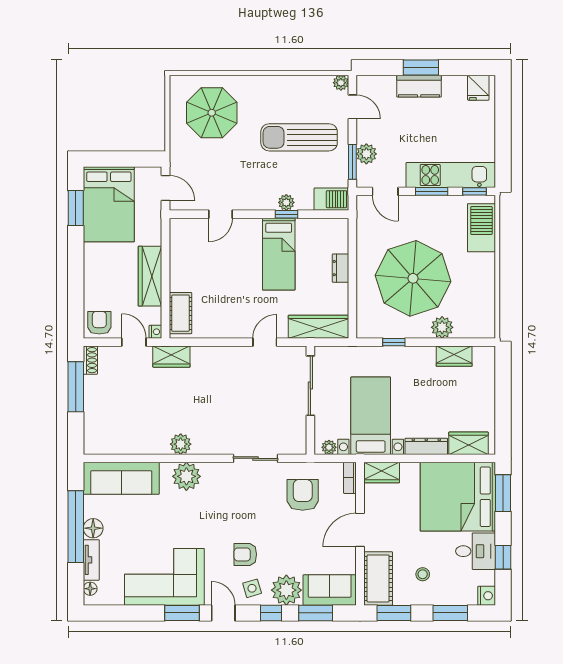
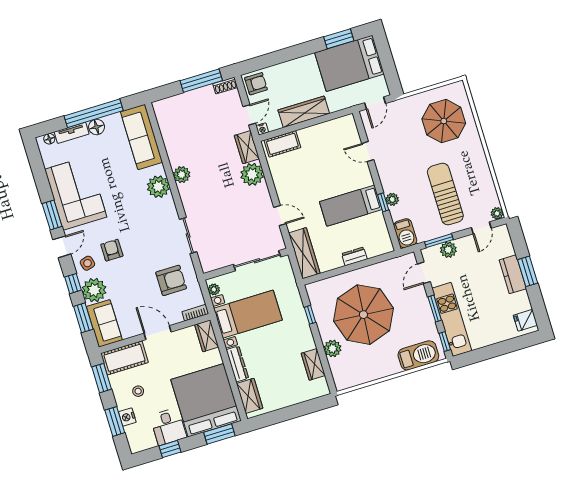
plant: (206, 360) -> (252, 174), added
nightstand: (487, 596) -> (127, 417), moved, turned 90

